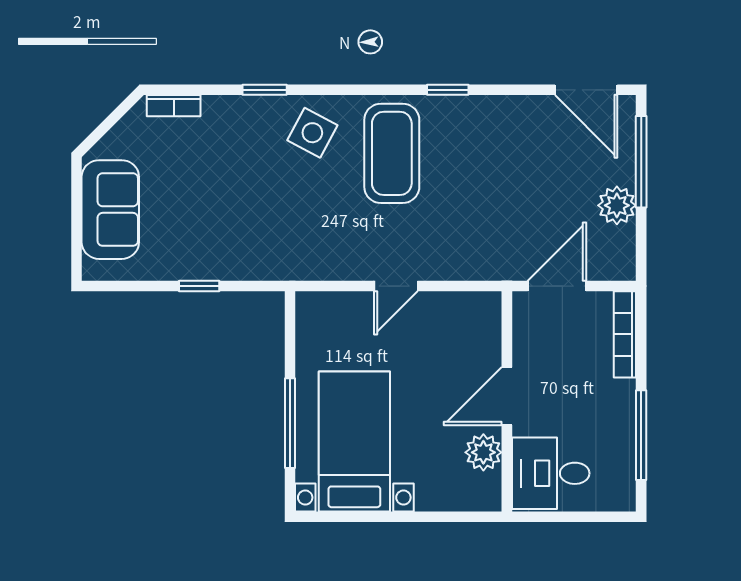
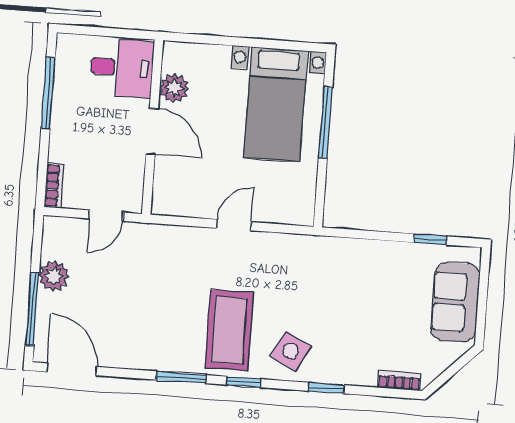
window: (369, 90) -> (244, 382), added
window: (448, 90) -> (181, 377), width x1.50
window: (199, 286) -> (430, 239), moved
door: (557, 286) -> (106, 216), width x0.73
bookcase: (625, 334) -> (54, 186), width x0.64
door: (507, 396) -> (152, 131), hinge flipped

